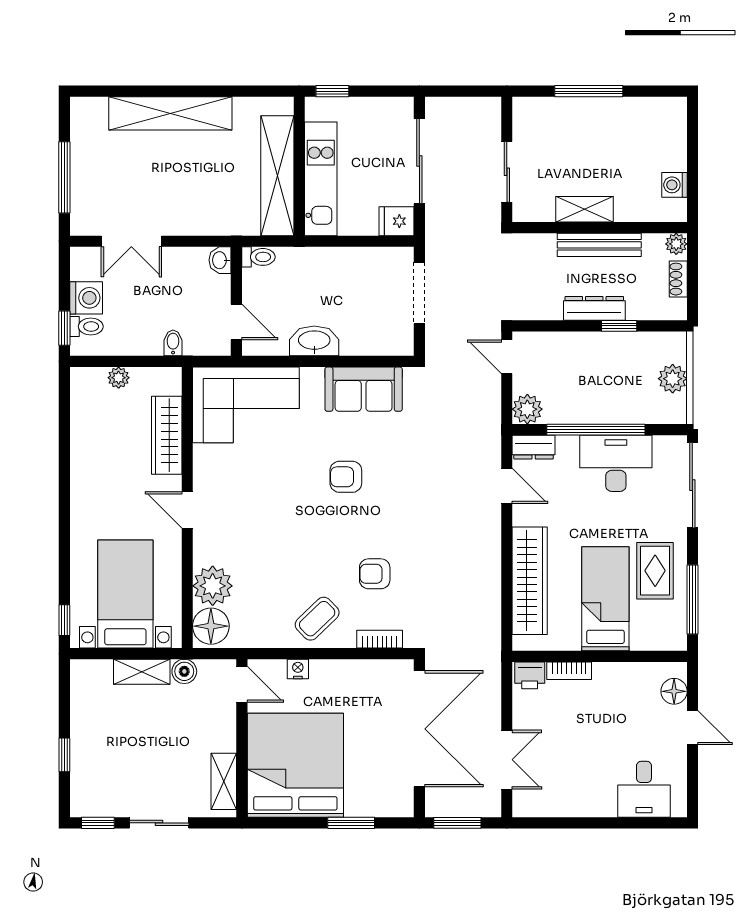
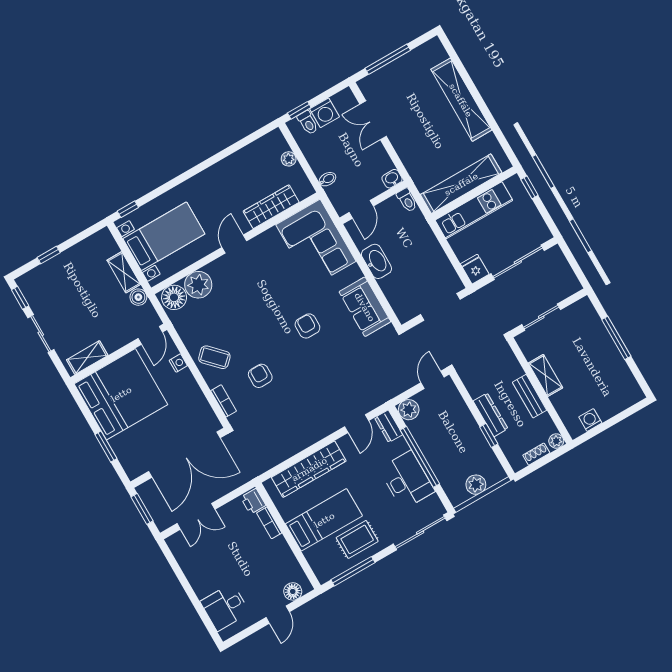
bench: (599, 245) -> (530, 396), width x0.73

